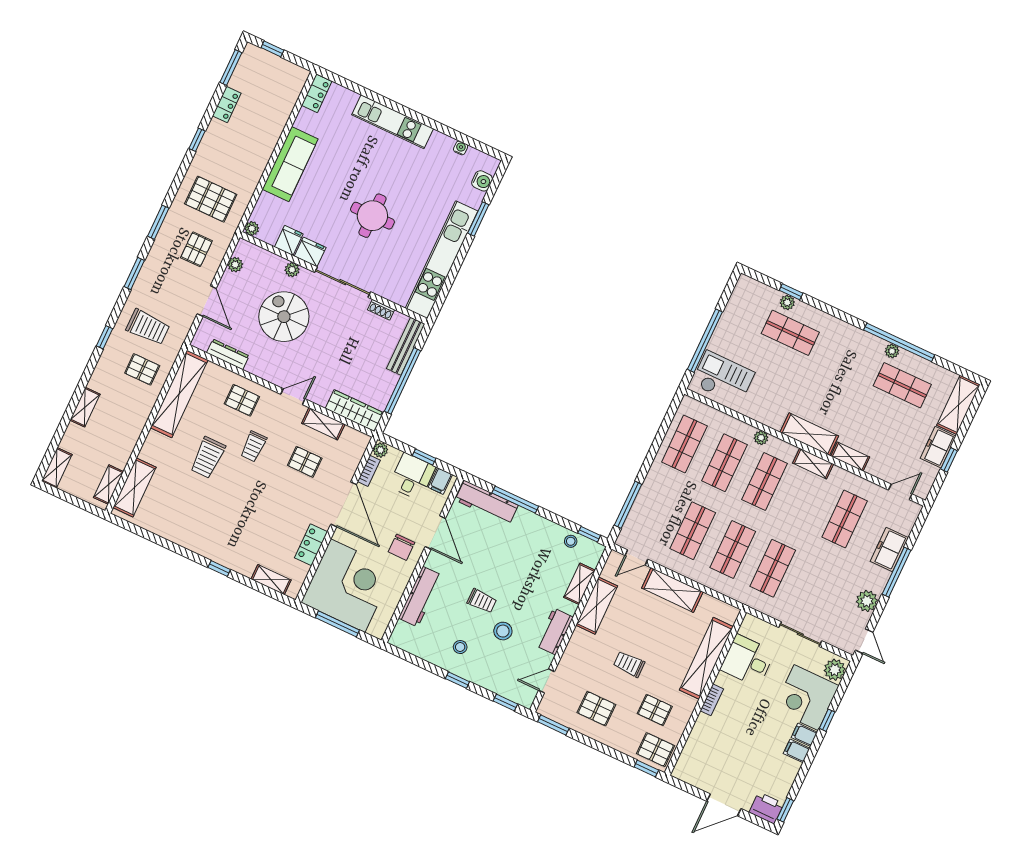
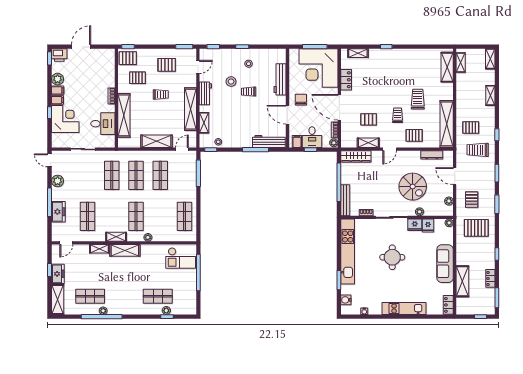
shelving: (275, 121) -> (462, 281), added
shop shelf: (724, 463) -> (160, 216), removed
shelving: (597, 606) -> (190, 109), width x1.47
plant: (835, 670) -> (58, 79), moved

